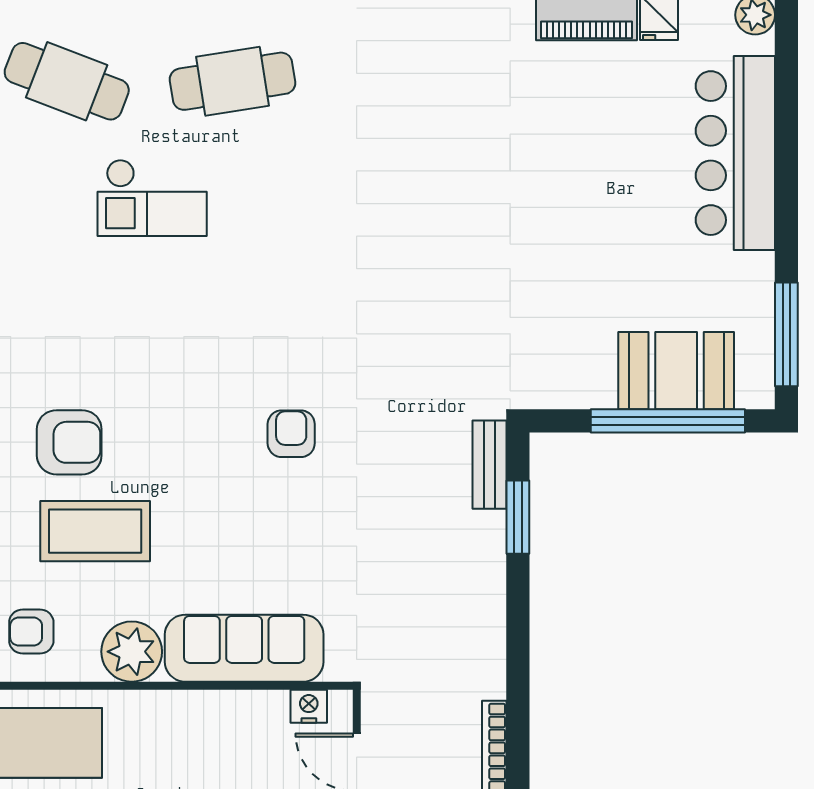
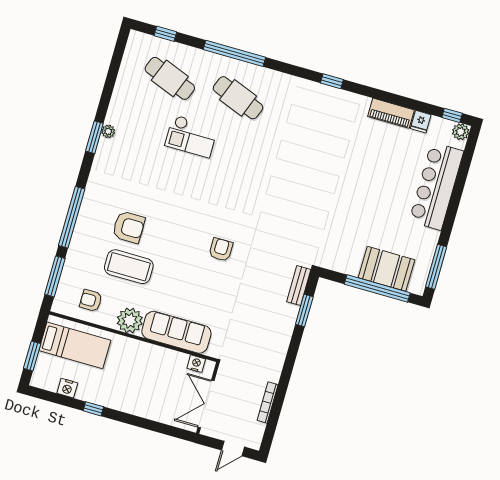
cafe table: (233, 81) -> (238, 98), turned 30

